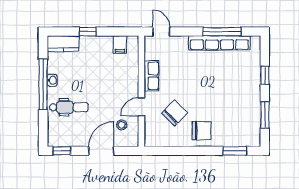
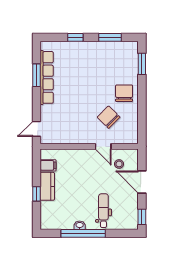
window: (222, 32) -> (37, 75), width x0.69
kitchen counter: (63, 44) -> (47, 186), moved
row of seats: (152, 76) -> (76, 137), removed

